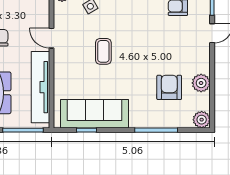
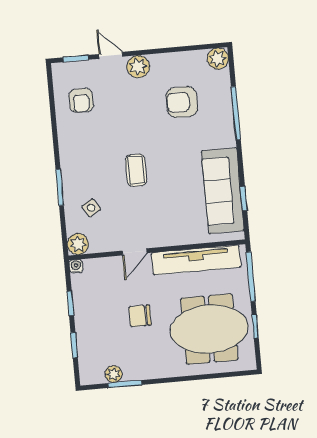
coffee table: (103, 51) -> (136, 170), moved, turned 90
plant: (201, 83) -> (138, 67), moved

